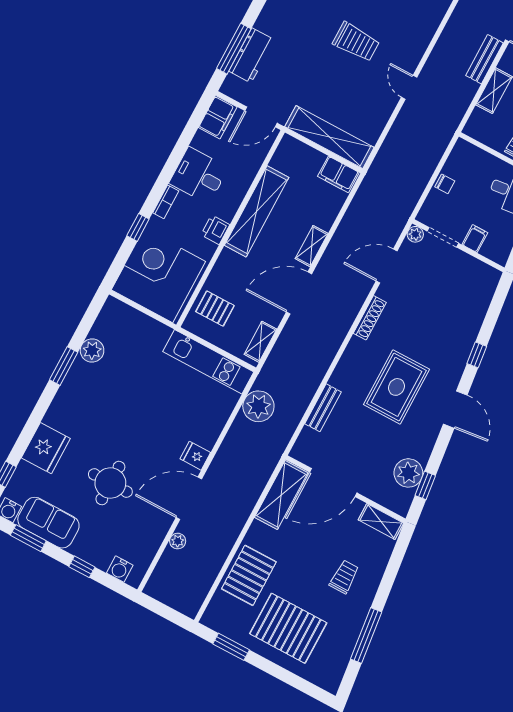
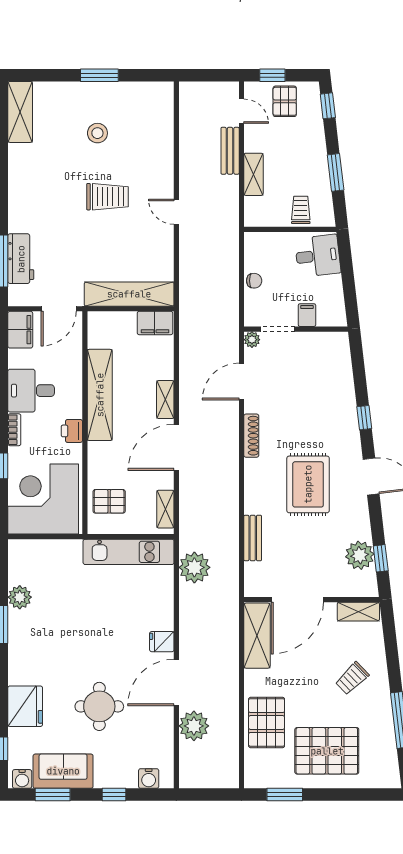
plant: (178, 541) -> (194, 726), width x1.88, depth x1.88
trolley: (344, 577) -> (352, 678), turned -134

